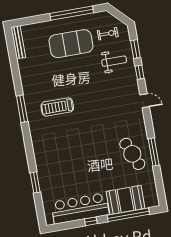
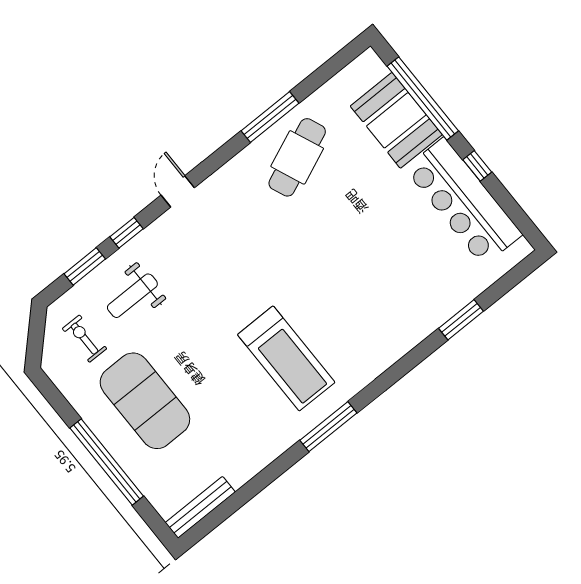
window: (72, 13) -> (107, 462), moved
weight bench: (114, 61) -> (132, 296), turned -90
treadmill: (57, 107) -> (286, 358), width x1.37, depth x1.38

